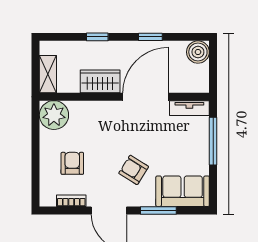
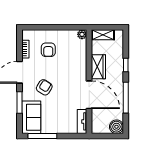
window: (150, 37) -> (126, 98), width x2.17
plant: (54, 115) -> (82, 34), width x0.53, depth x0.53
window: (213, 141) -> (42, 136), moved
armchair: (72, 163) -> (48, 50), turned 90

